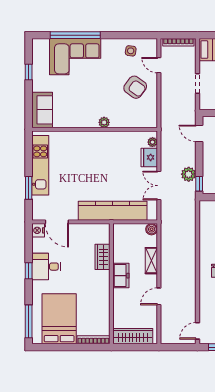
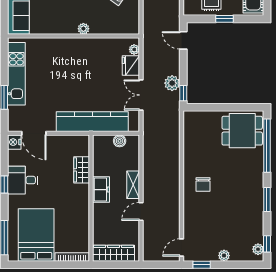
boiler: (152, 229) -> (120, 141), moved
shelving: (151, 261) -> (133, 185), moved

